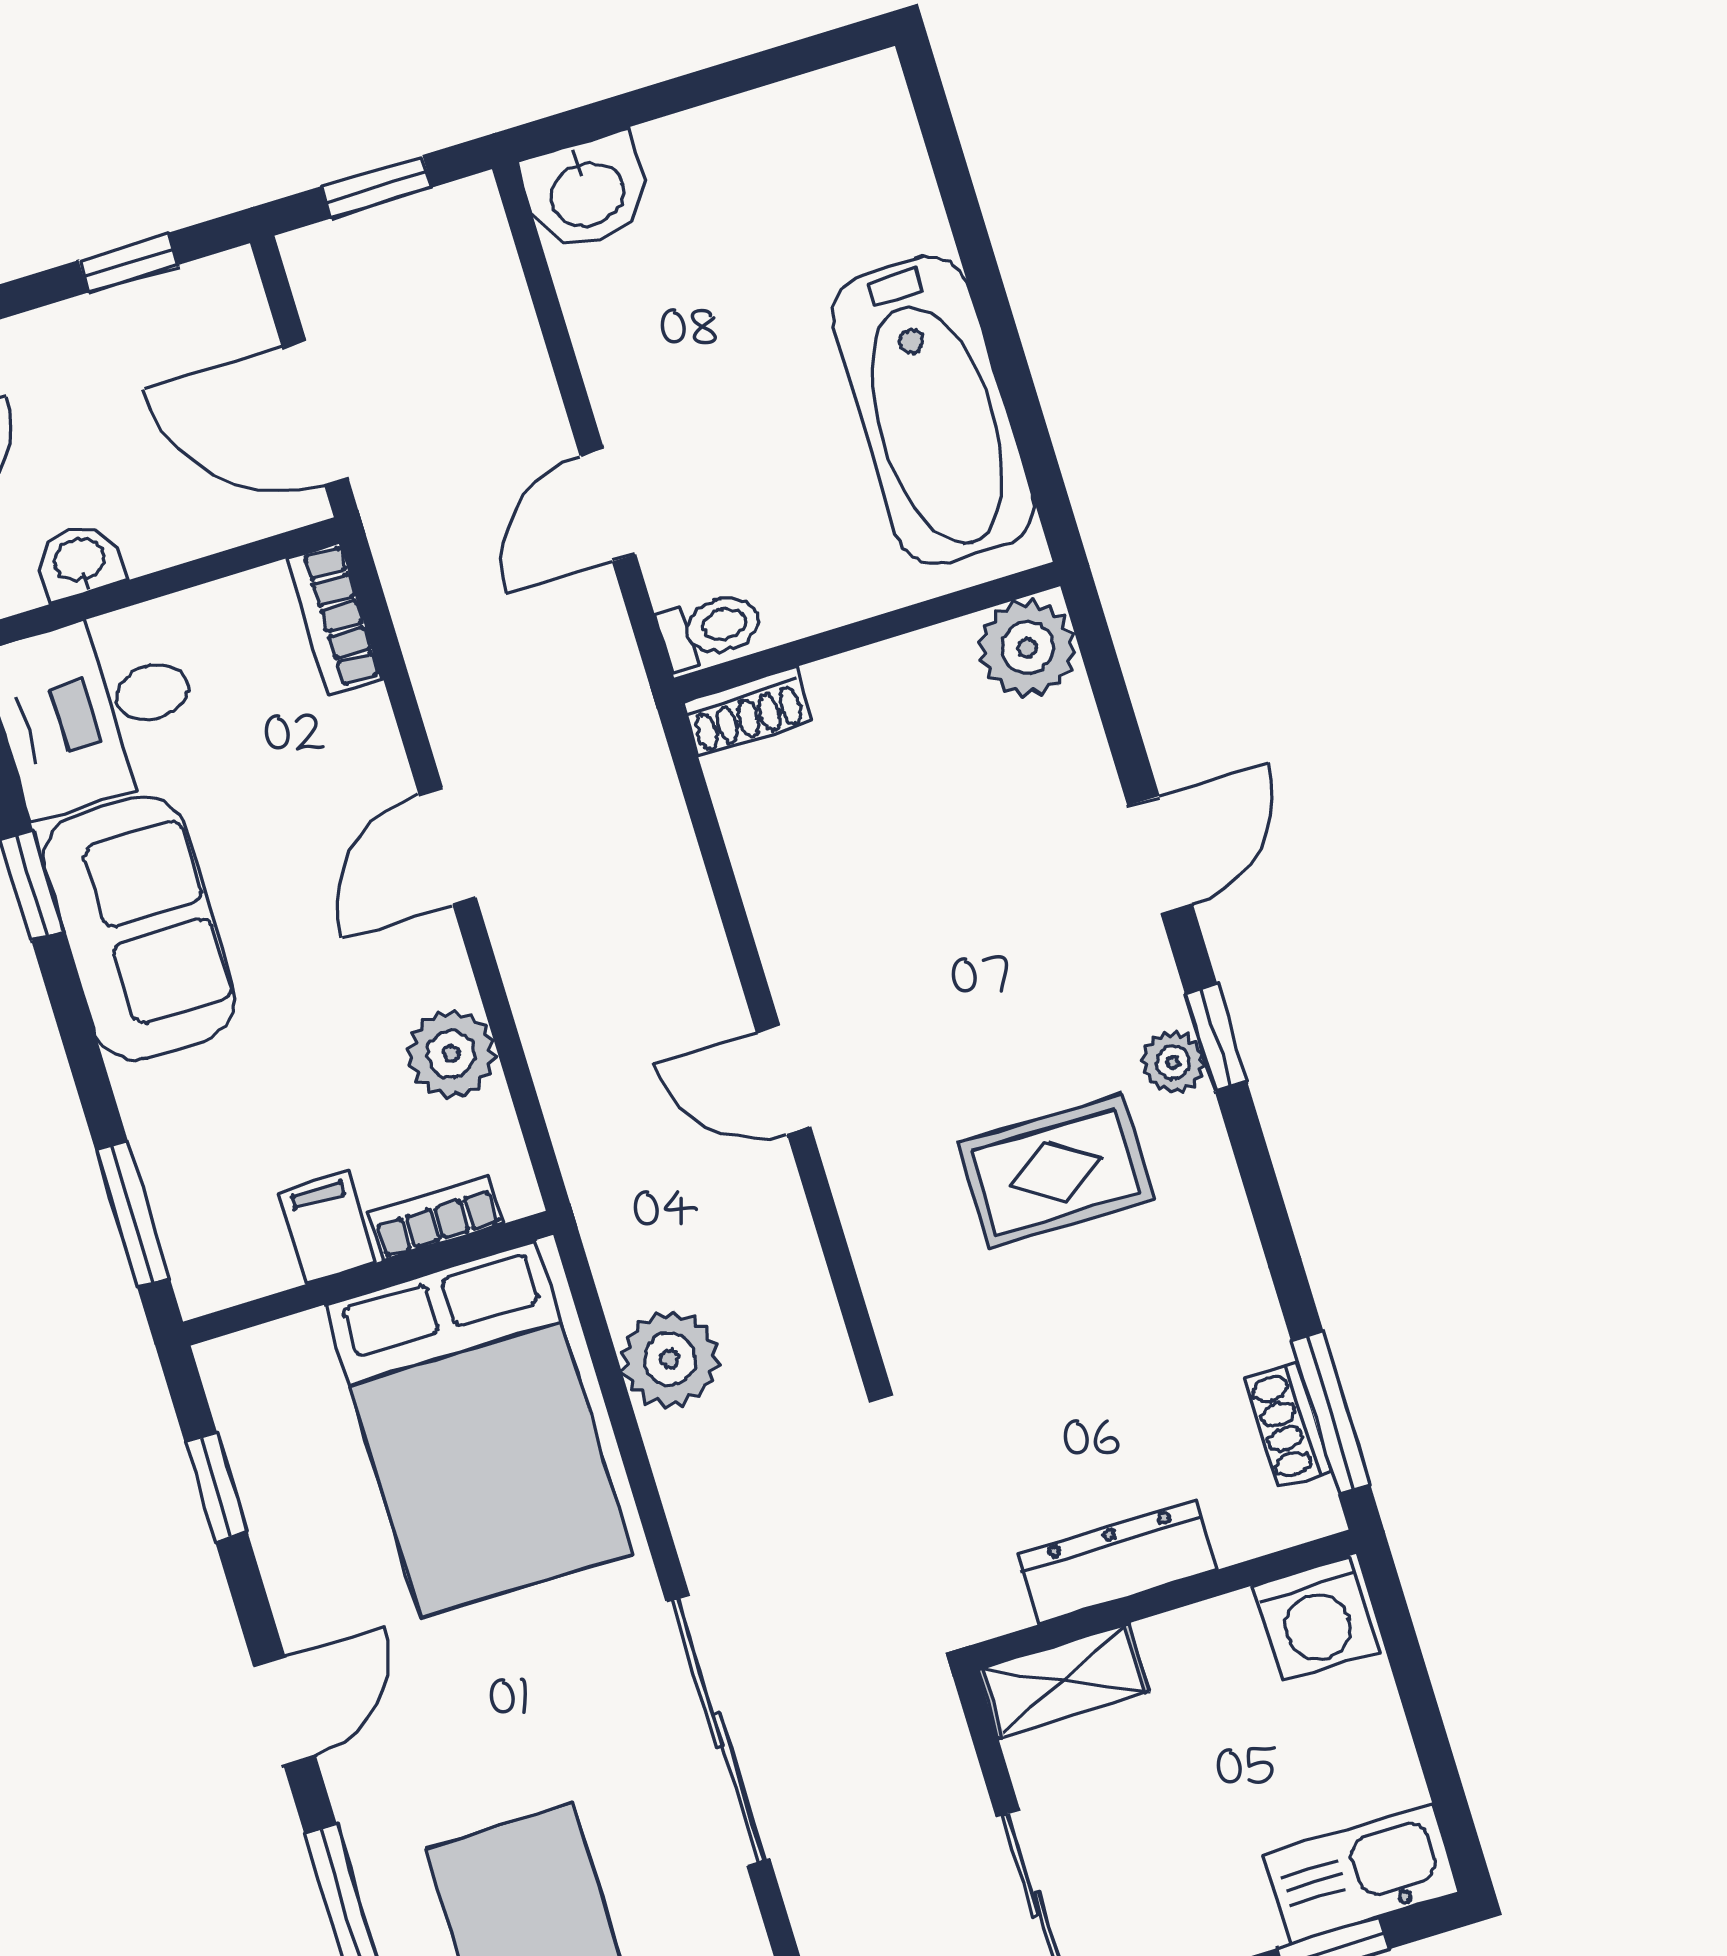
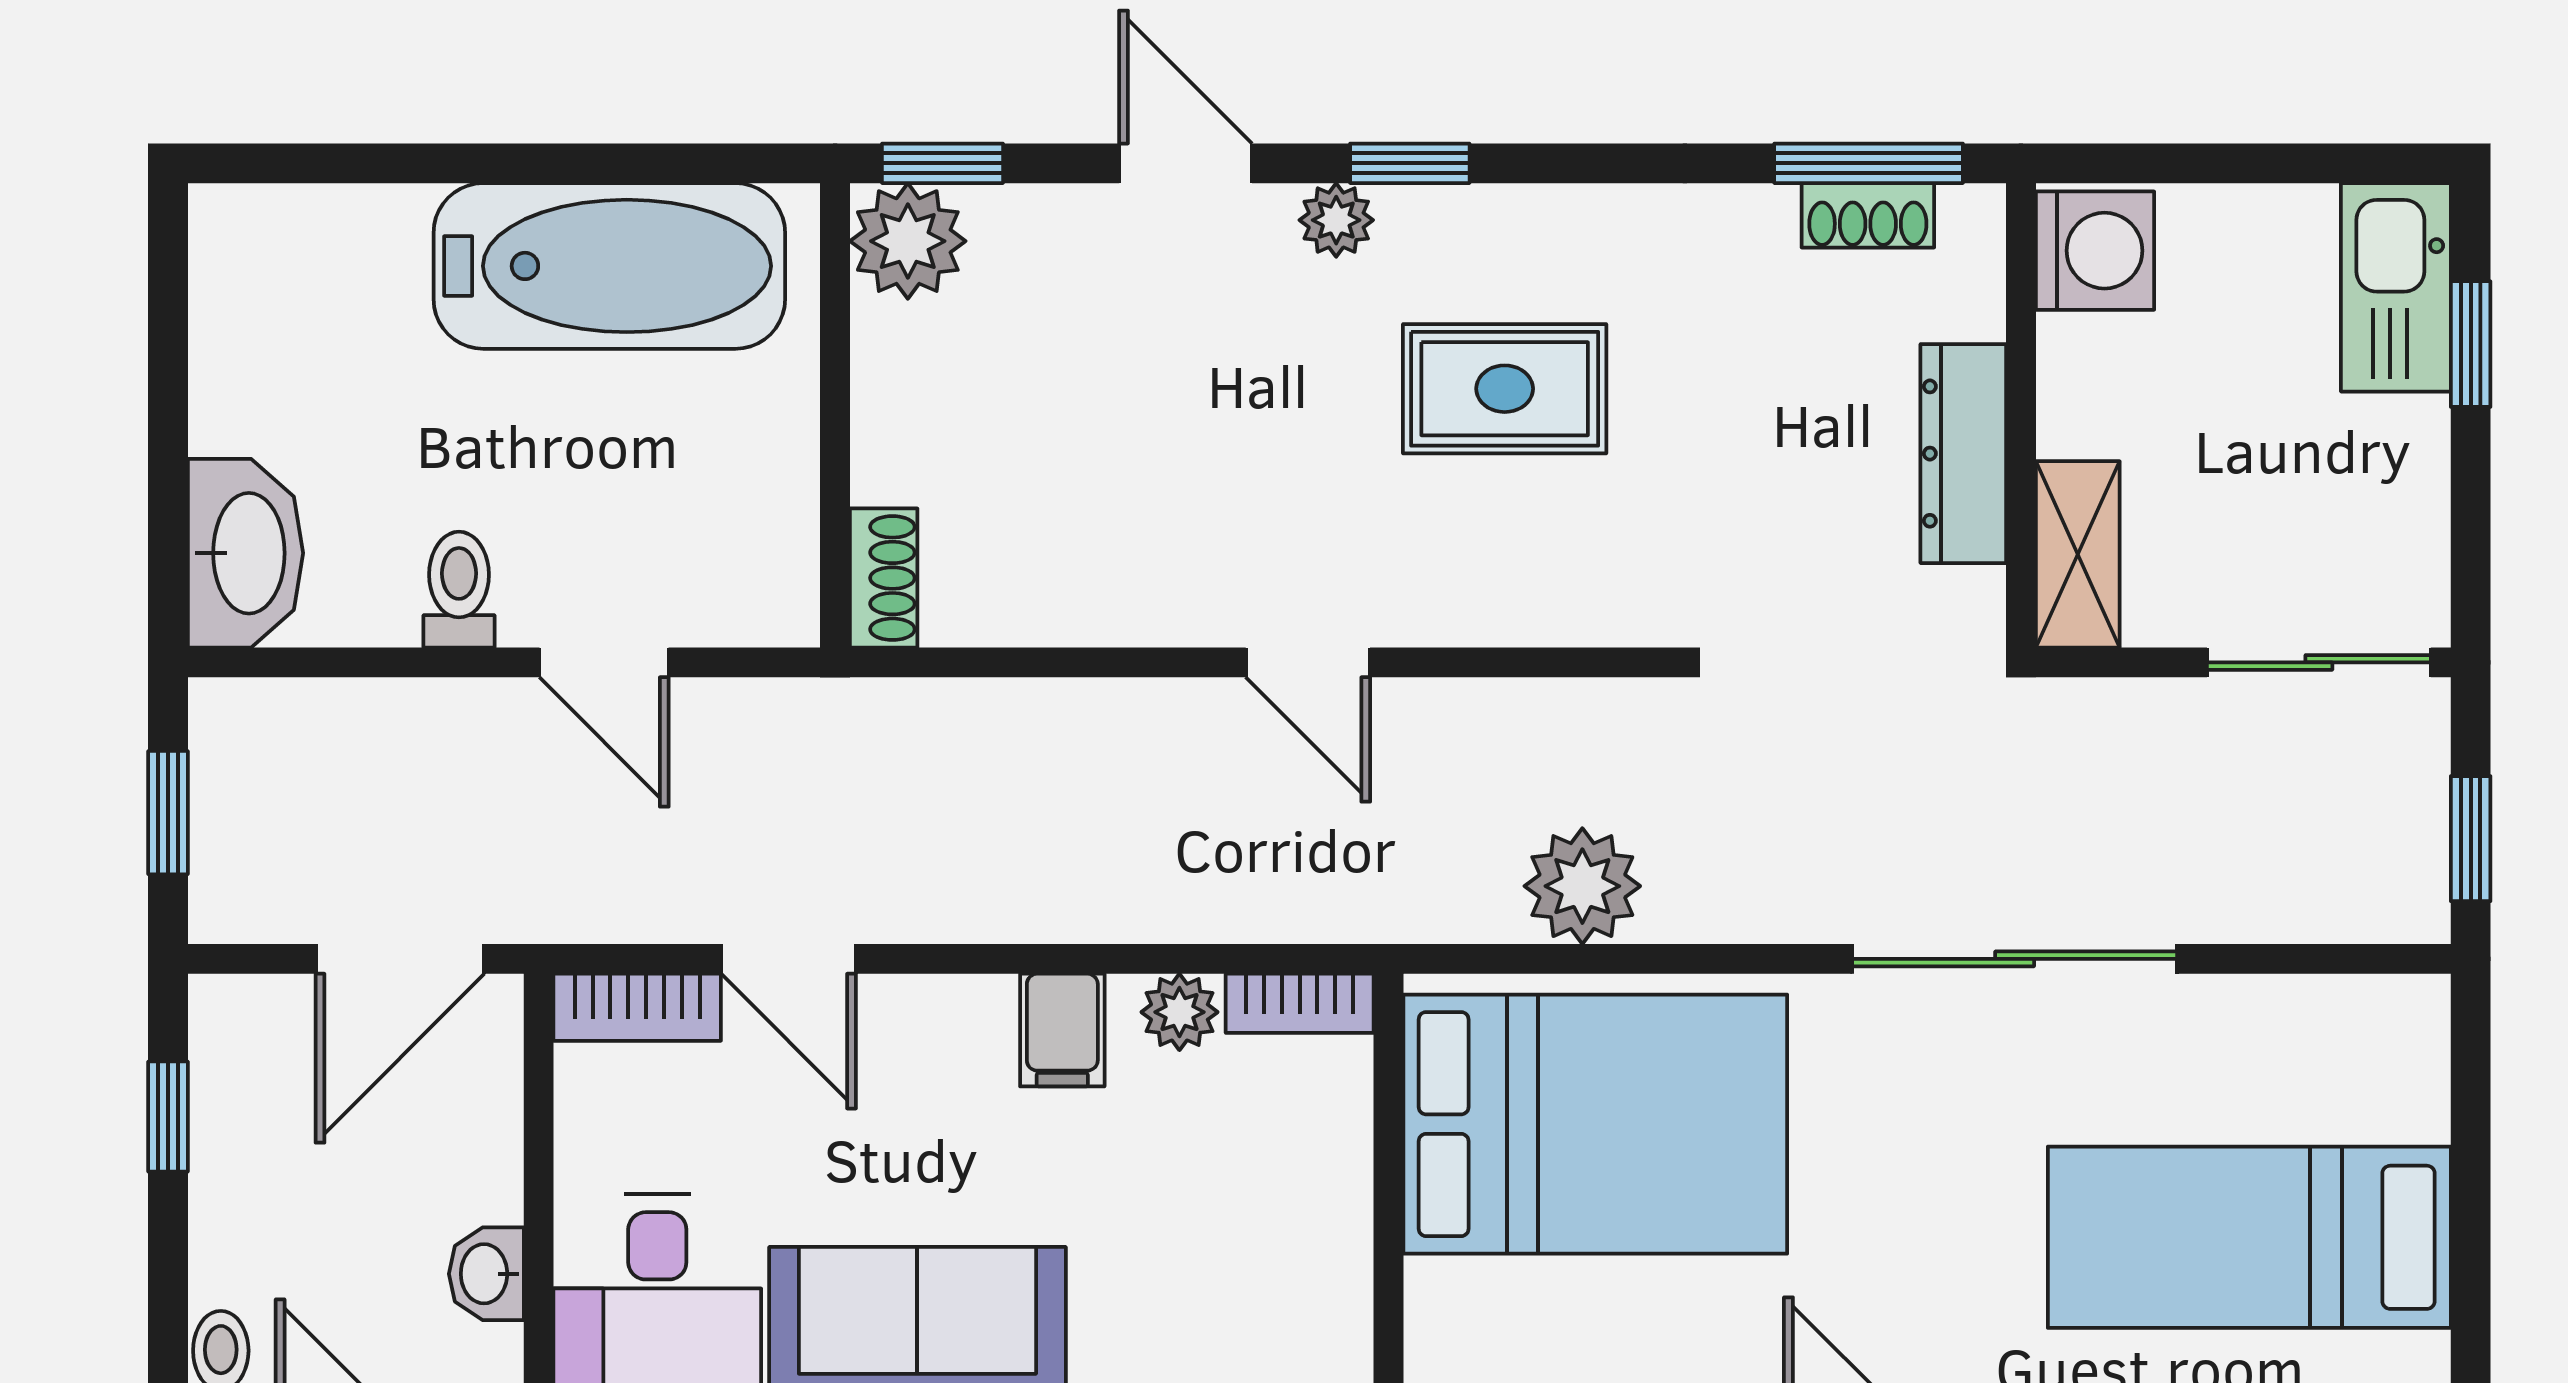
washbasin: (586, 192) -> (245, 553), width x1.38
toilet: (711, 629) -> (459, 590), moved
window: (1100, 657) -> (942, 163), added
door: (448, 846) -> (788, 959), moved
plant: (451, 1054) -> (1179, 1012), width x0.73, depth x0.73
plant: (1173, 1062) -> (1336, 220), moved
door: (784, 1079) -> (1308, 662), hinge flipped
rug: (1056, 1172) -> (1505, 389), turned 90
bookcase: (436, 1218) -> (1300, 1003), moved, turned -90
filing cabinet: (328, 1227) -> (1062, 1030), moved, turned -90

